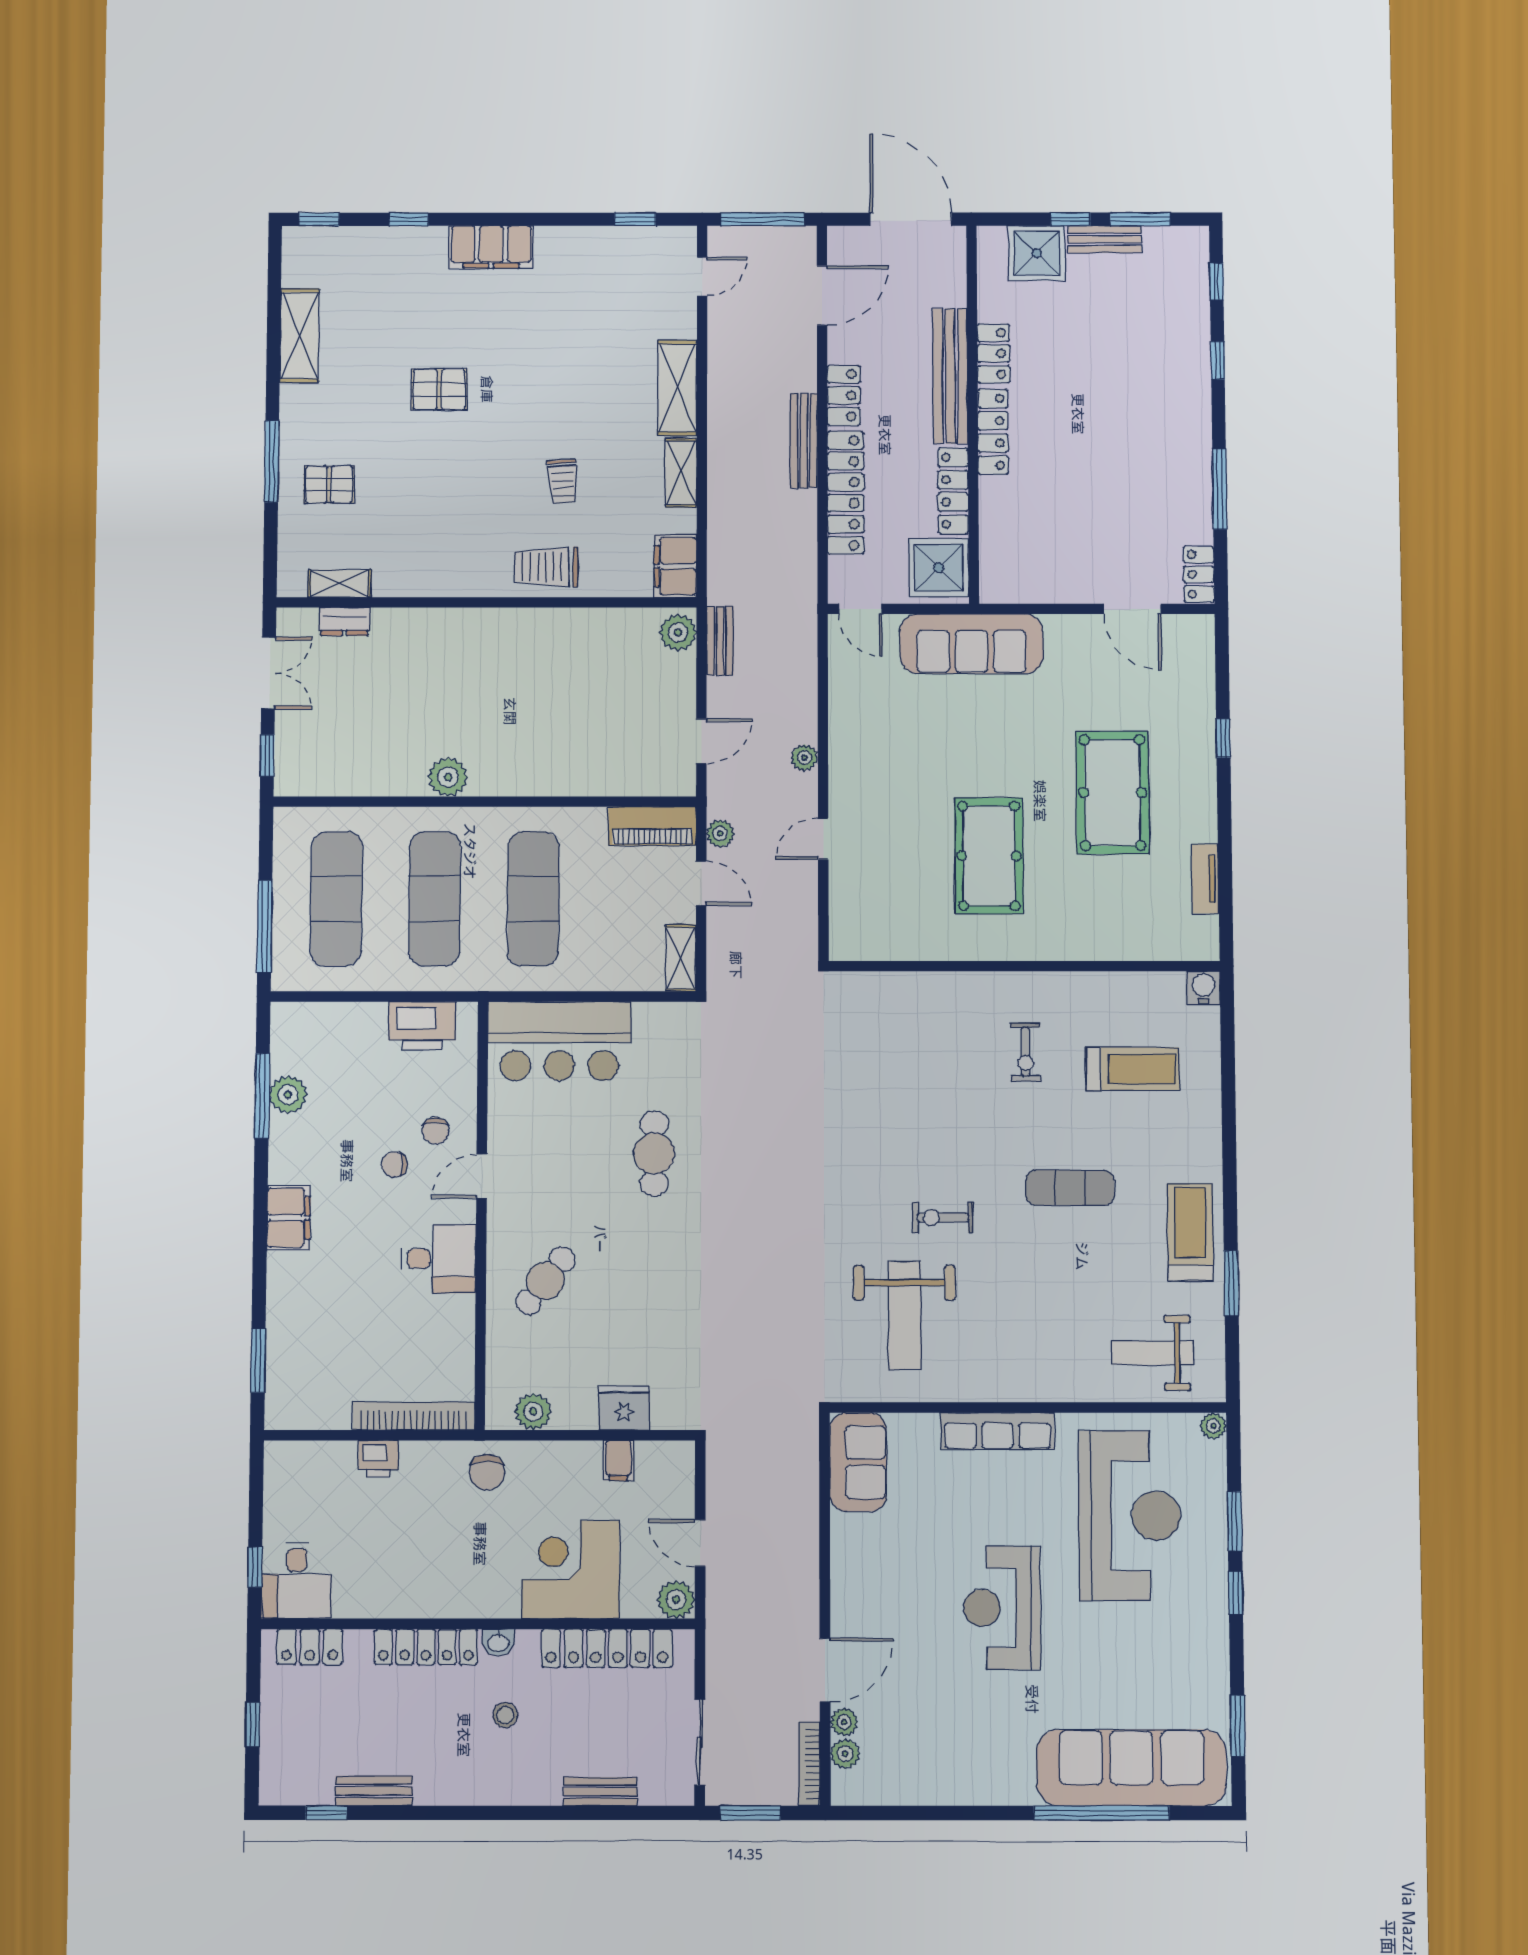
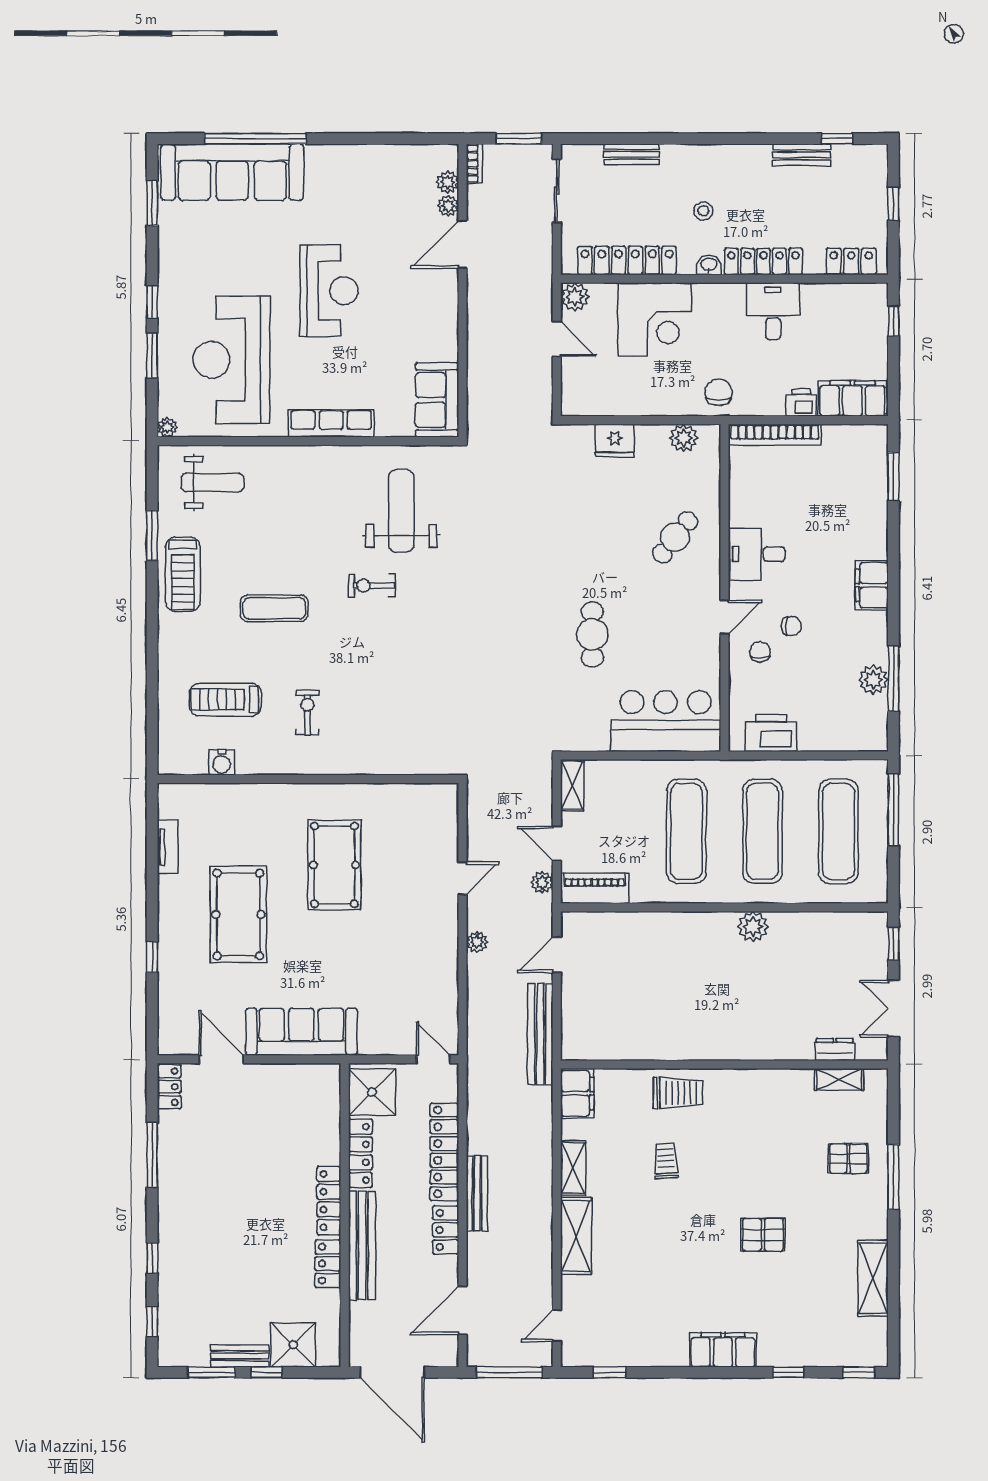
plant: (678, 633) -> (575, 1041), removed
bench: (720, 641) -> (540, 1034), width x1.86, depth x1.21
sofa: (971, 644) -> (301, 1032), moved
water cooler: (1204, 988) -> (222, 762), moved
exercise bike: (943, 1217) -> (372, 585), turned 180
filing cabinet: (619, 1461) -> (852, 398), moved, width x3.00, depth x1.17
desk: (297, 1580) -> (773, 311), moved
bookcase: (809, 1764) -> (474, 164), width x0.64

